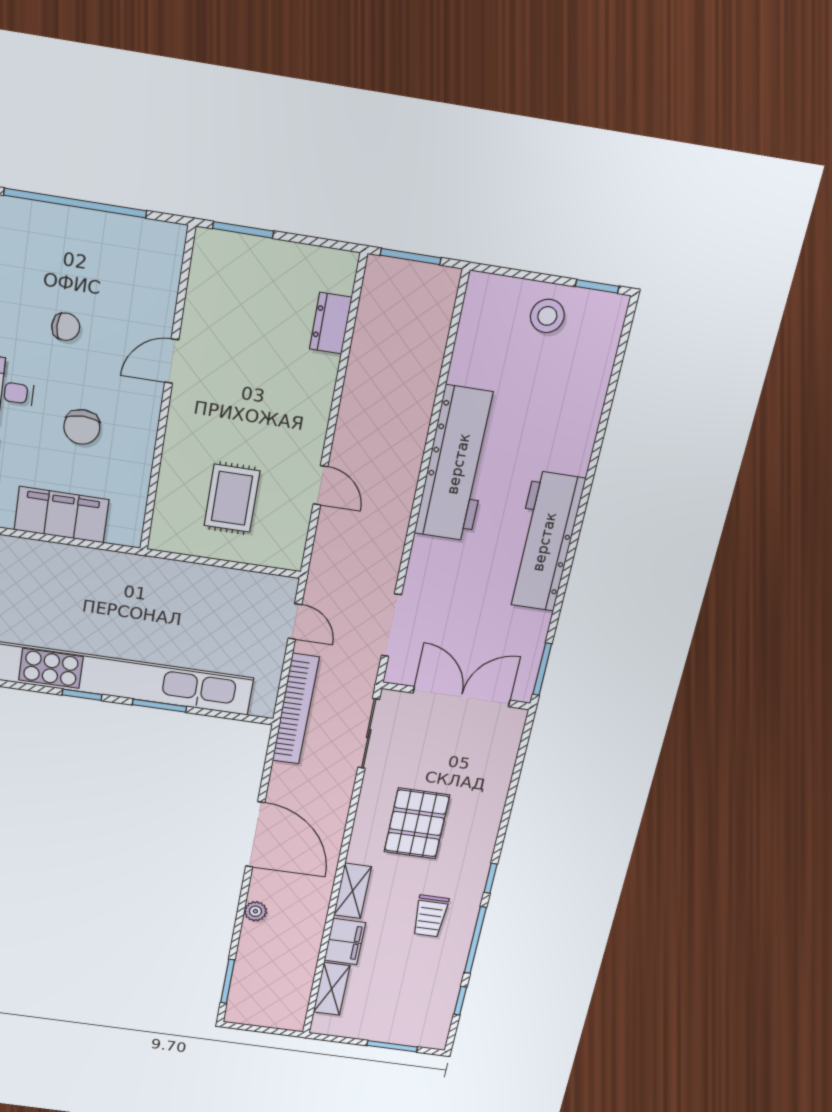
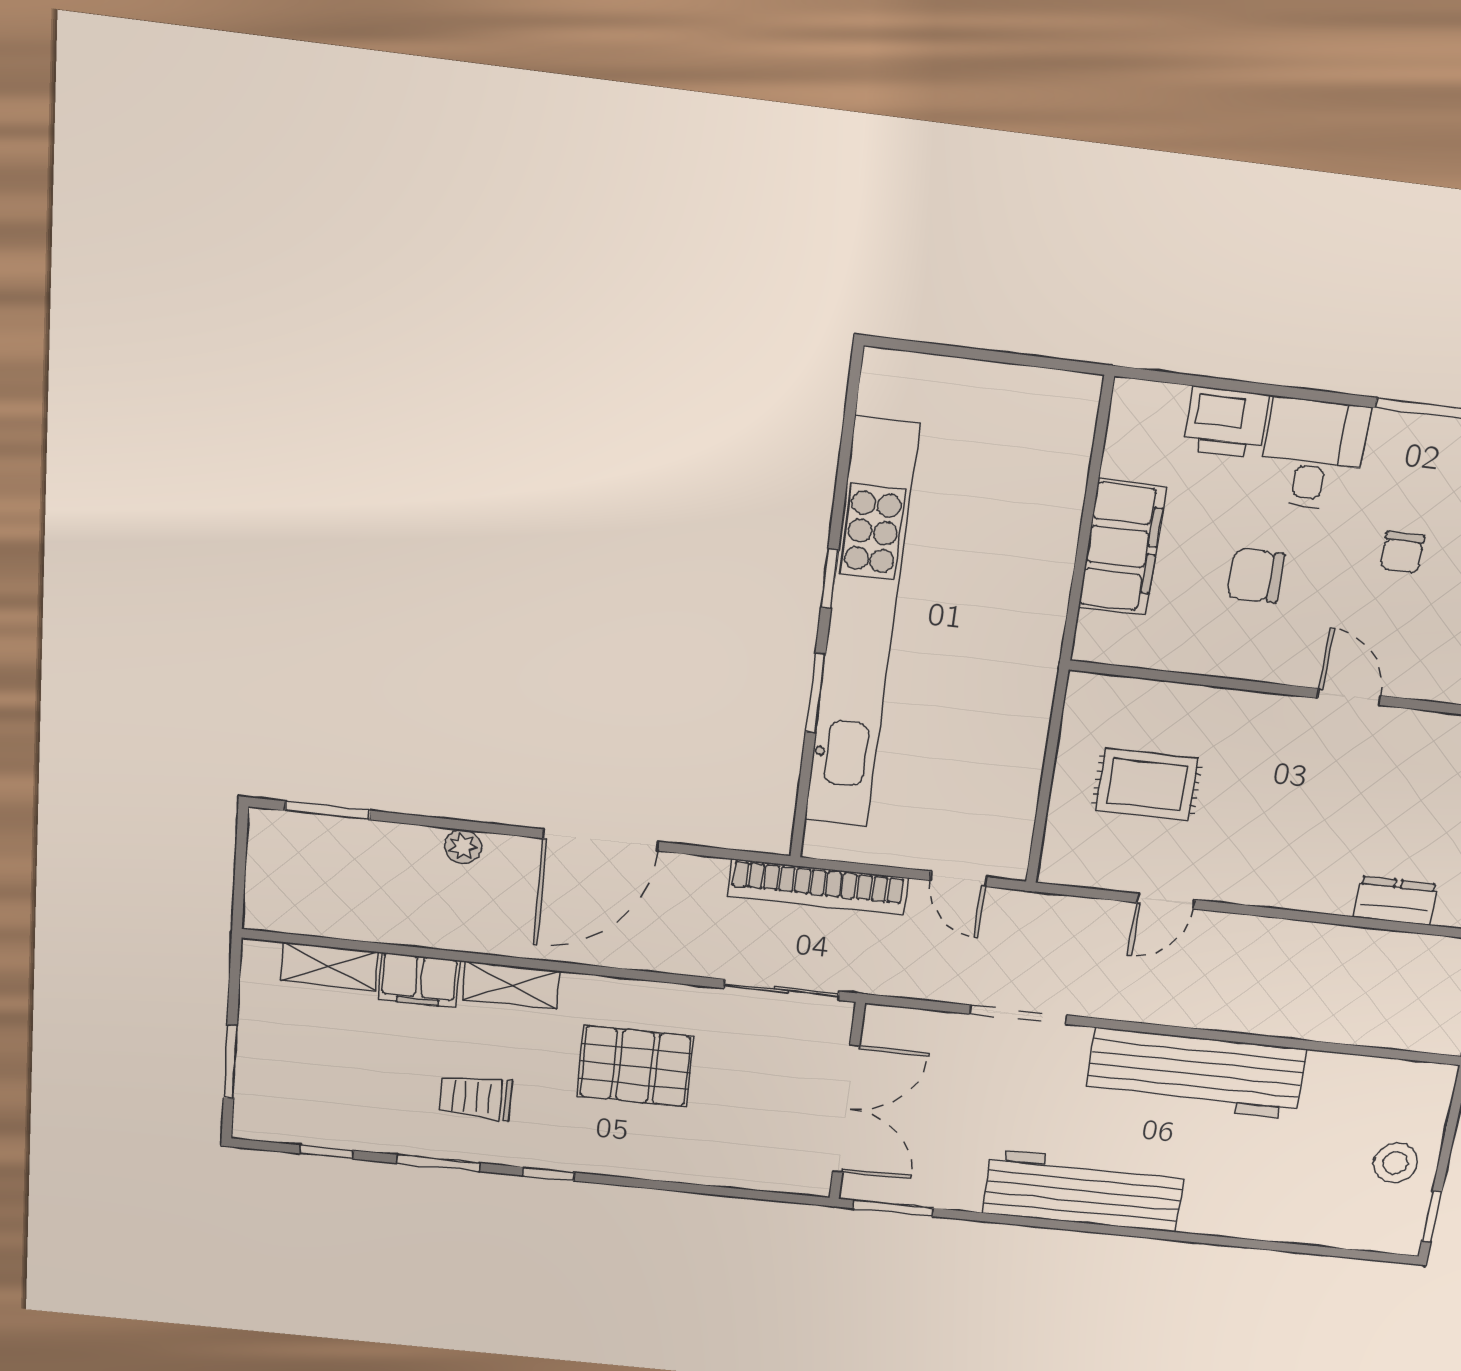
door: (295, 622) -> (958, 879), hinge flipped
doorway: (391, 625) -> (1018, 1015), moved
window: (475, 940) -> (438, 1163), width x0.69

